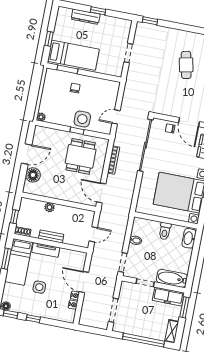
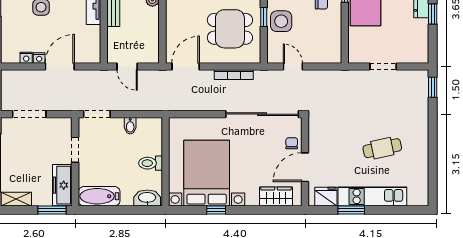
bathtub: (172, 278) -> (99, 196), moved, turned -90

